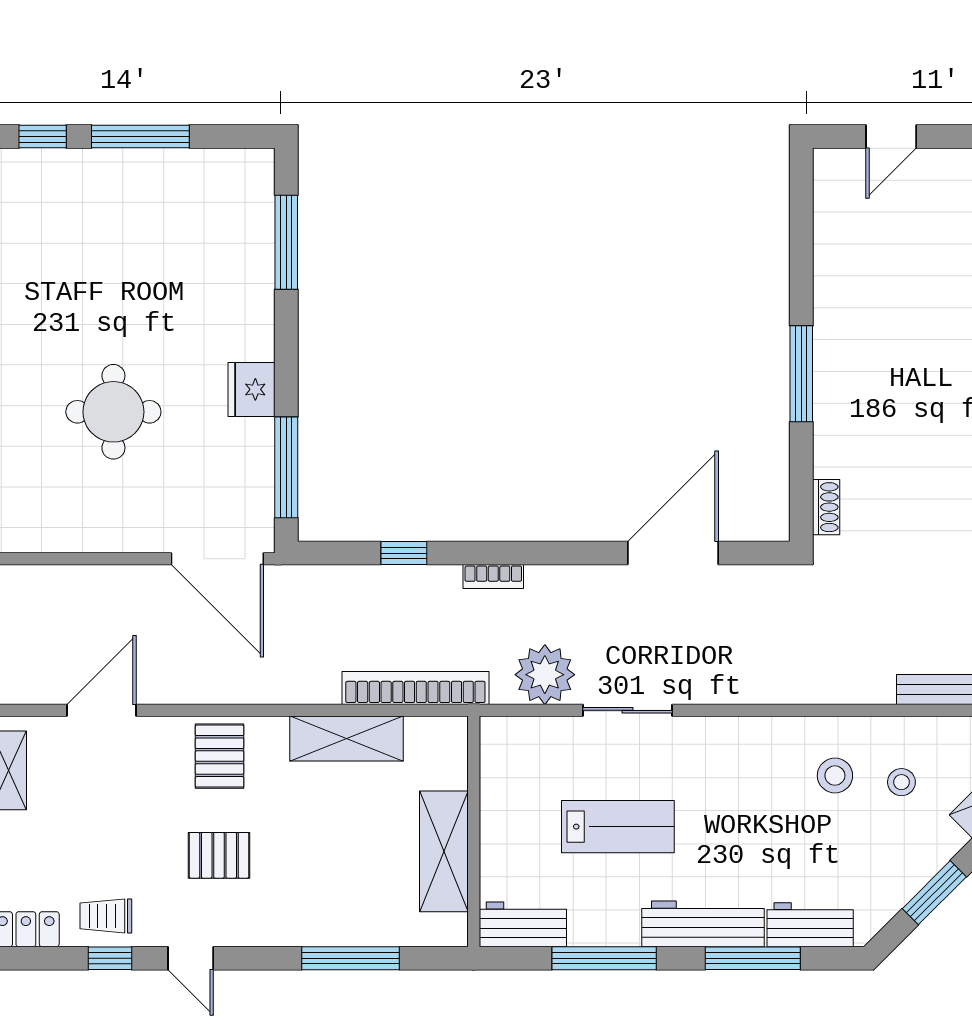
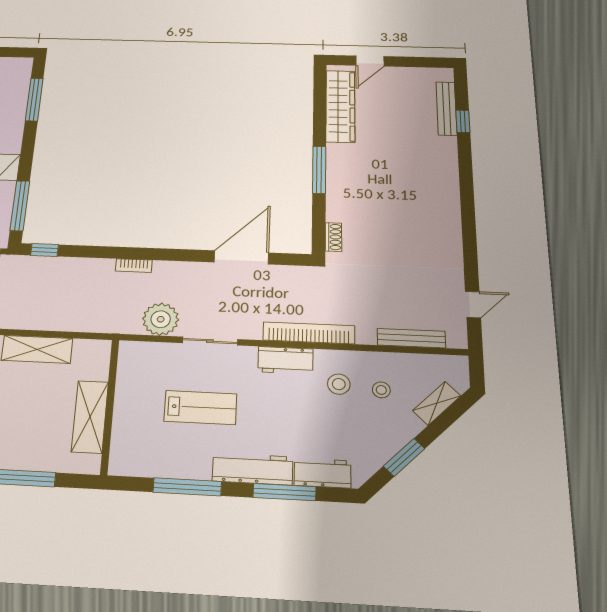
wardrobe: (838, 238) -> (340, 106), added
window: (404, 553) -> (44, 250), moved
bookcase: (415, 688) -> (309, 333), moved
workbench: (523, 924) -> (286, 360), moved, turned 180

